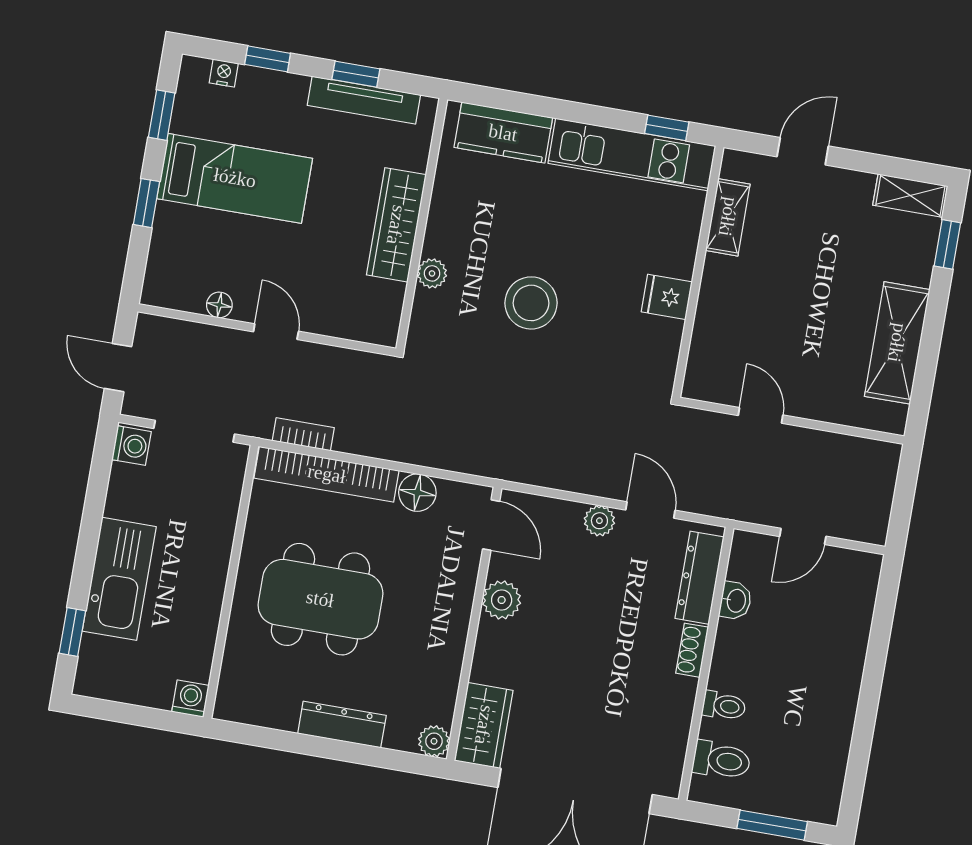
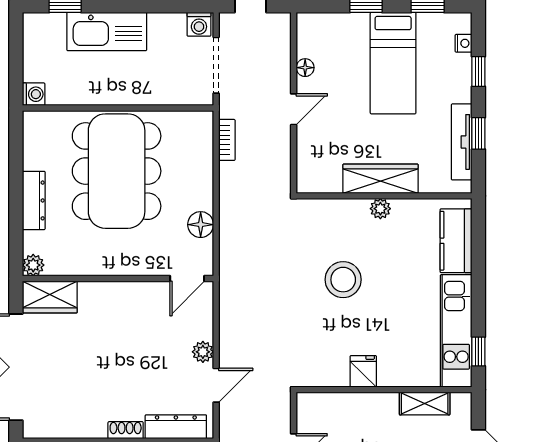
plant: (432, 273) -> (380, 209), moved
bookcase: (327, 474) -> (202, 160), removed
dining table: (320, 599) -> (117, 171), width x1.36, depth x1.24
plant: (502, 600) -> (137, 295), removed

